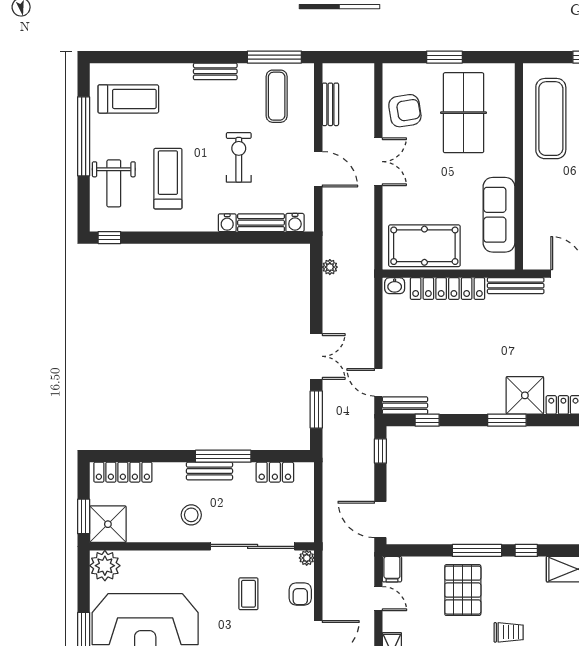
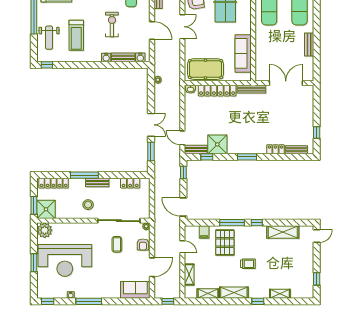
treadmill: (168, 179) -> (76, 35), turned 180
shower: (525, 395) -> (217, 144), moved
window: (223, 456) -> (84, 175), moved
filing cabinet: (392, 569) -> (204, 232), moved

